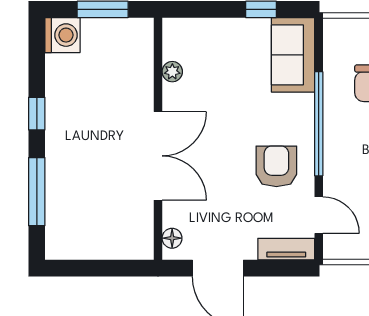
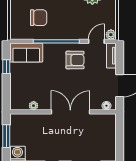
armchair: (276, 166) -> (75, 60), turned 180
plant: (334, 248) -> (111, 35), added

